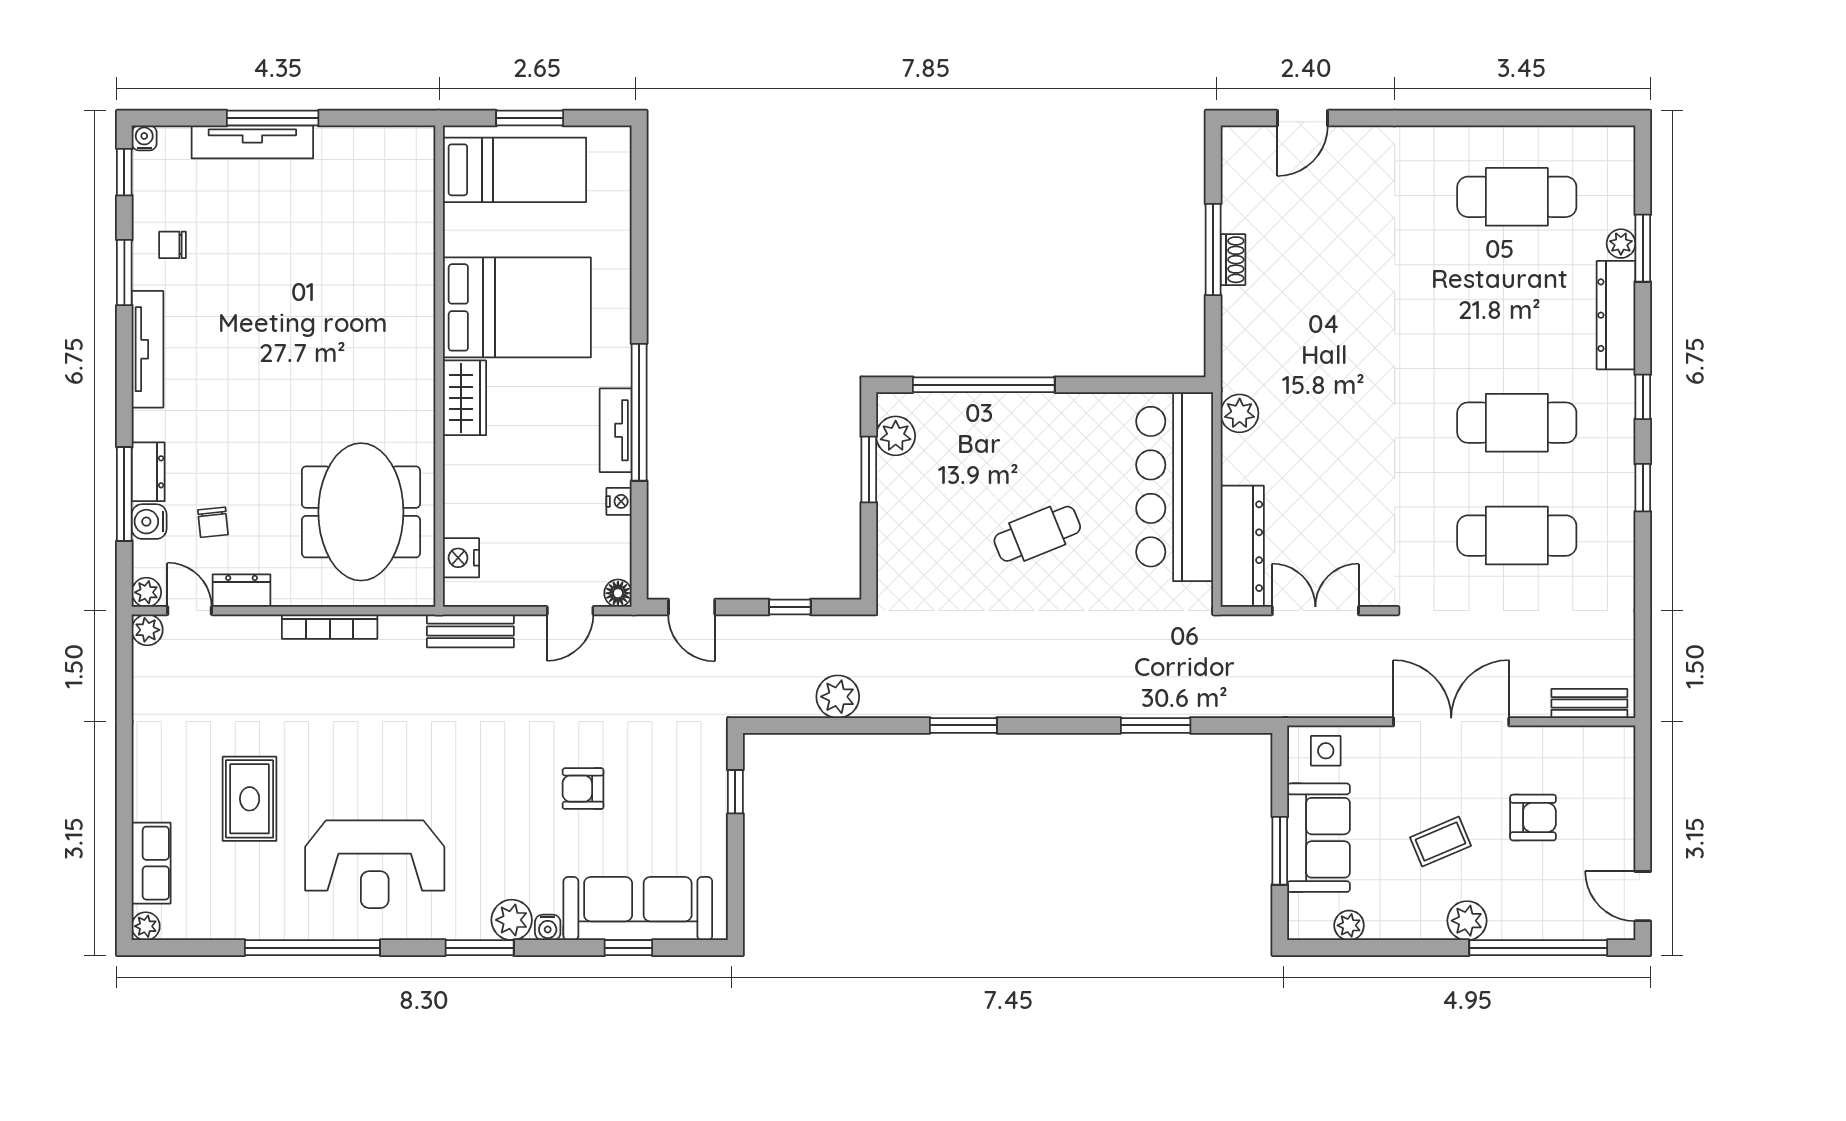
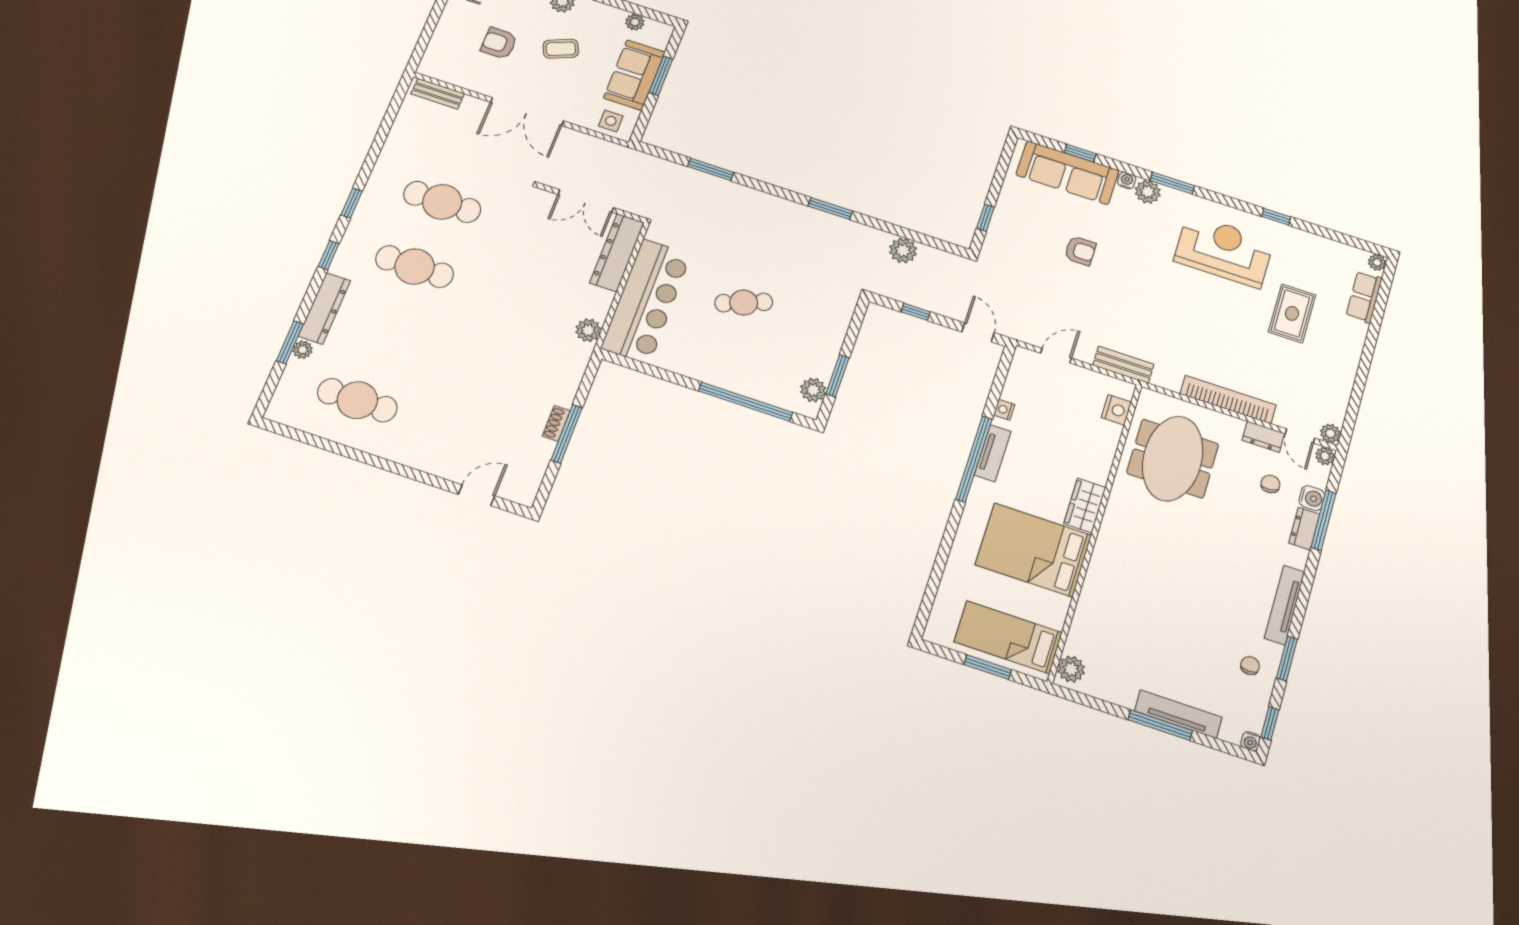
plant: (416, 155) -> (1071, 669), added
chair: (173, 245) -> (1250, 666), turned -90
floor lamp: (618, 593) -> (1022, 356), removed
bookcase: (330, 627) -> (1228, 399), width x1.48, depth x1.31
window: (312, 948) -> (1276, 217), width x0.32

